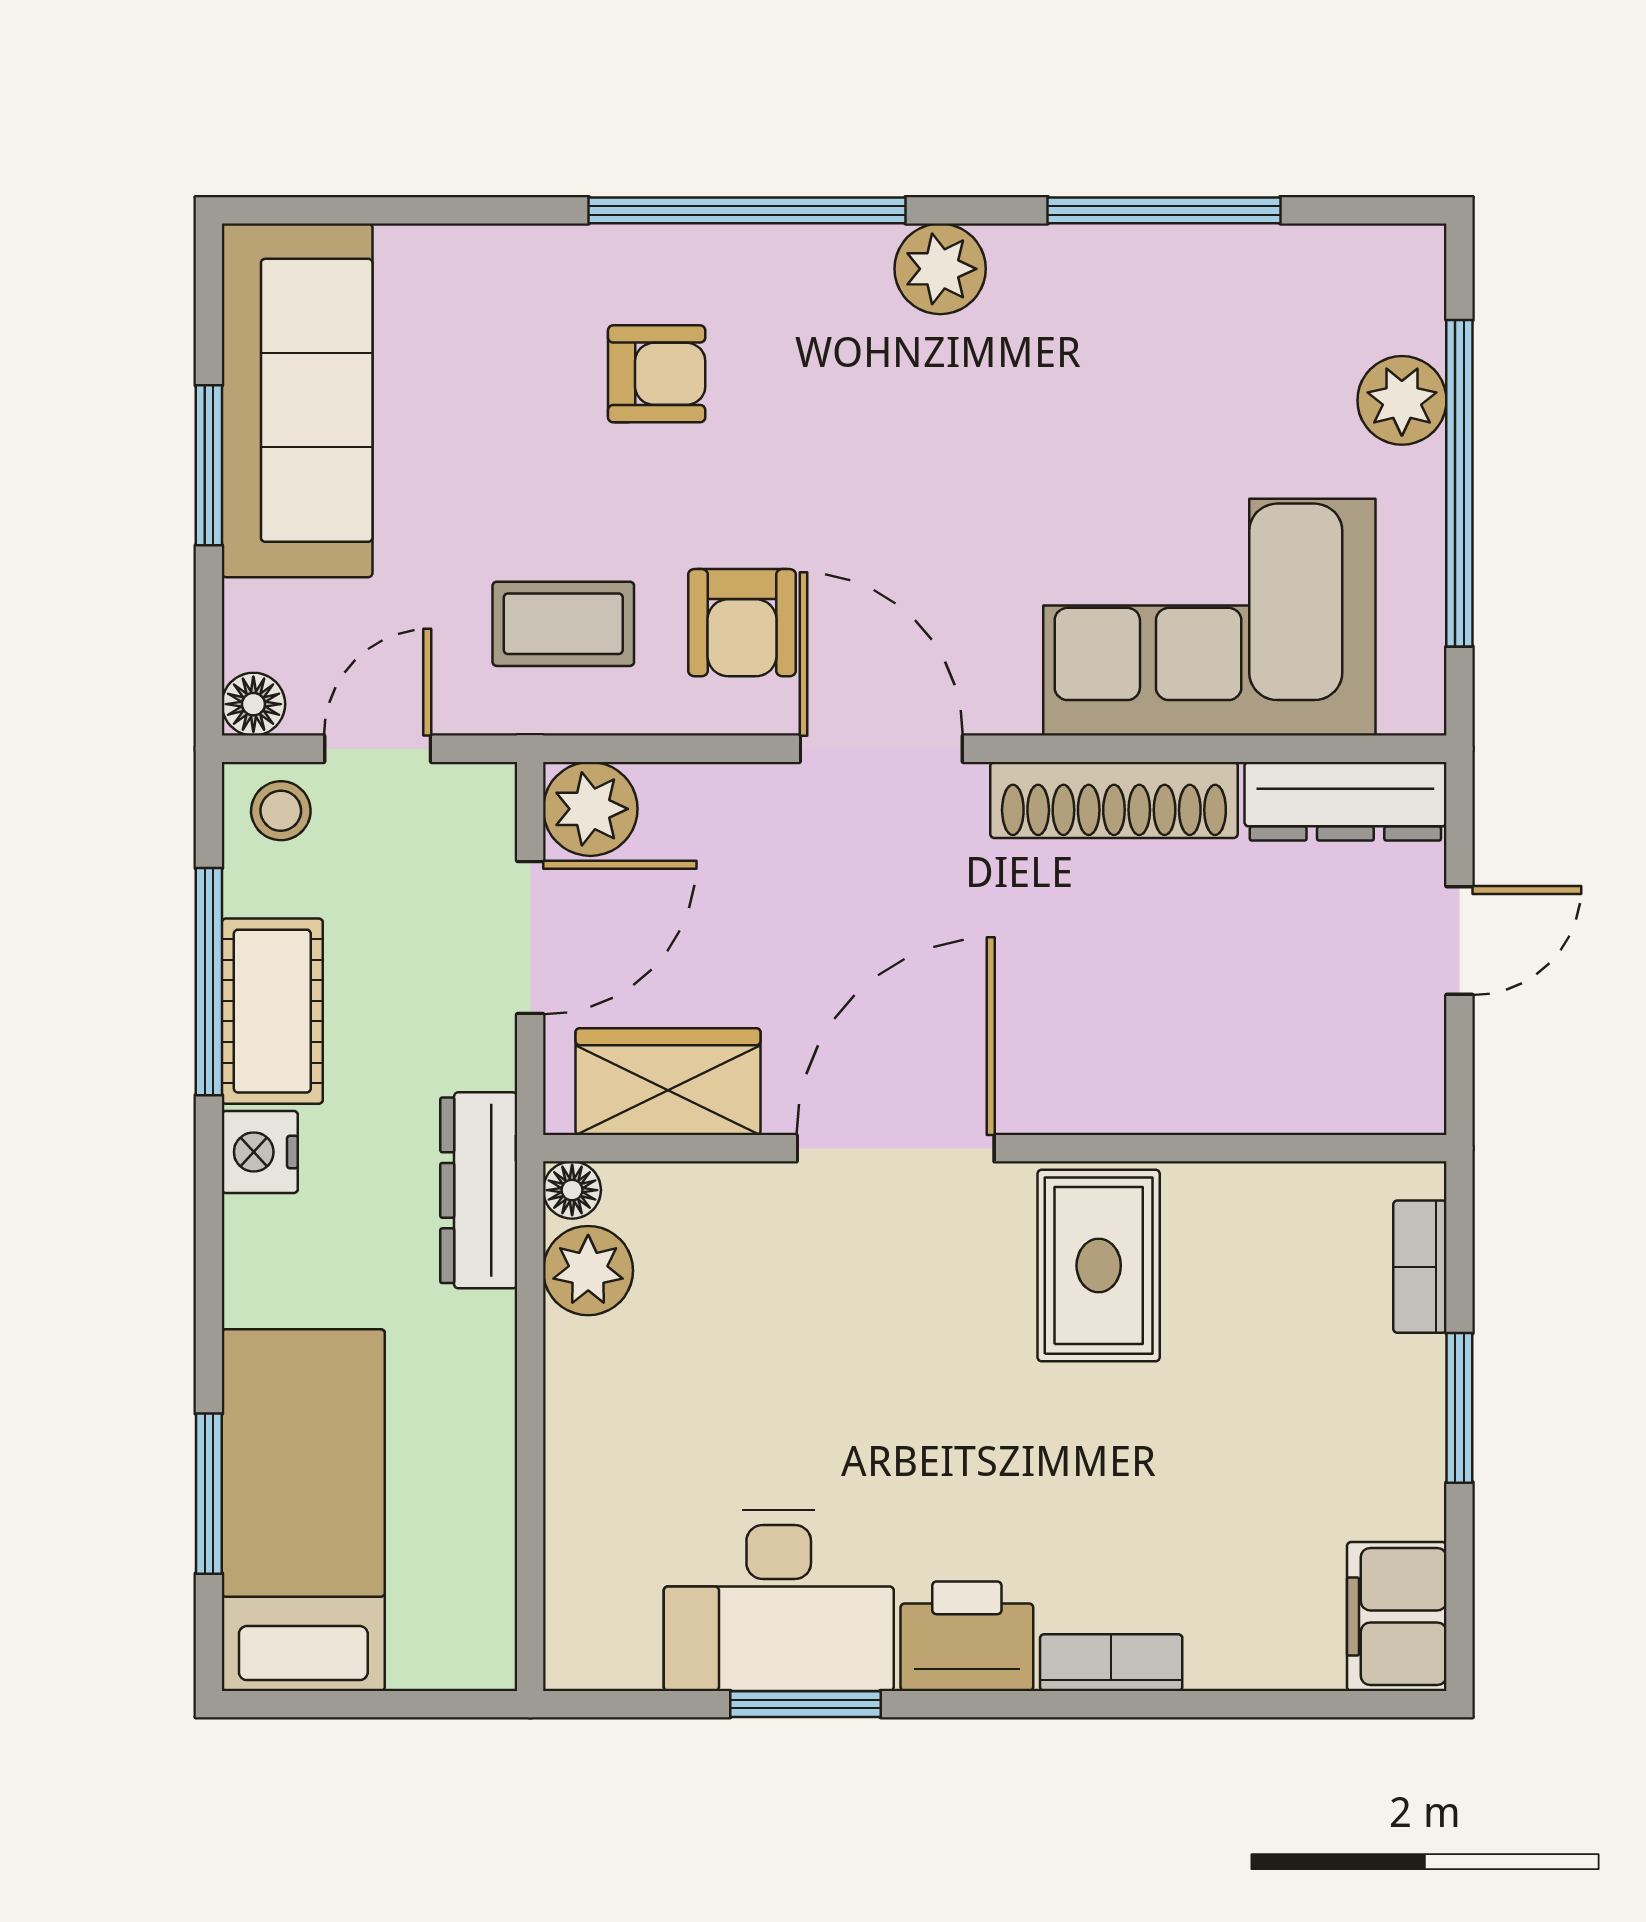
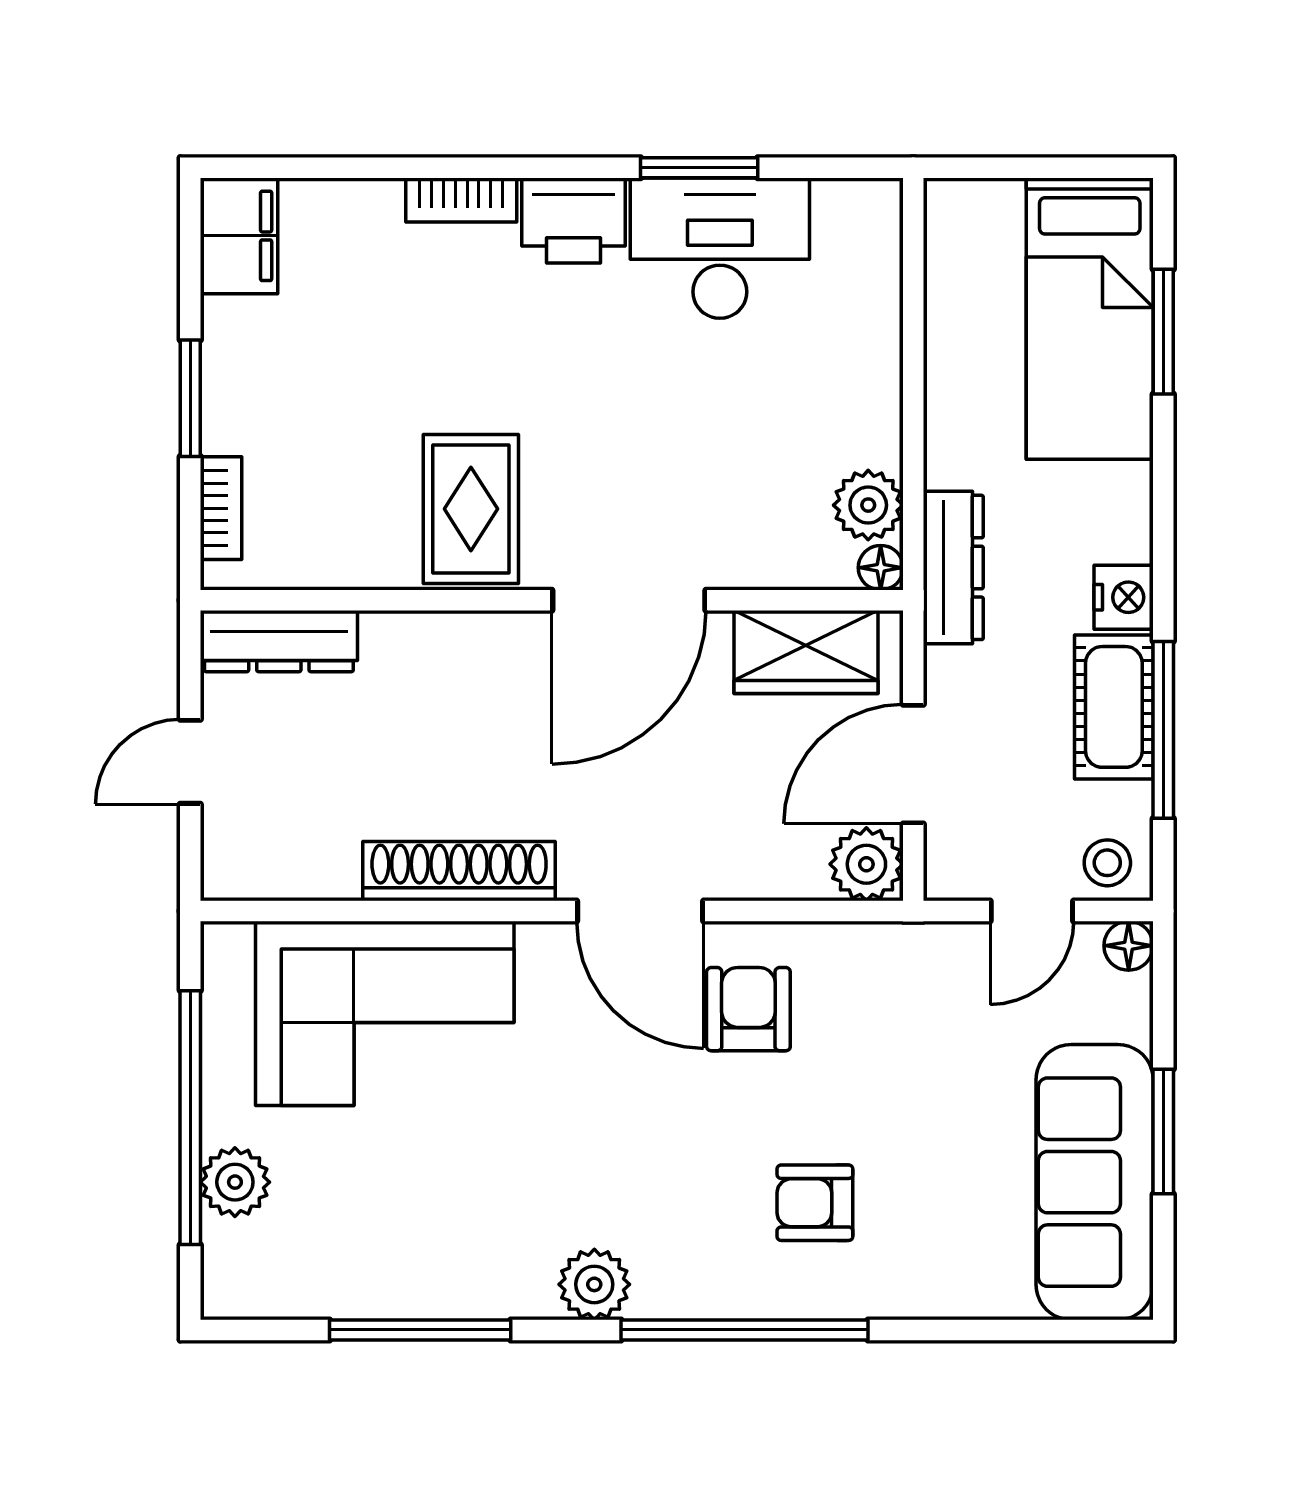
coffee table: (563, 624) -> (887, 1008), removed
dresser: (1345, 801) -> (279, 641), moved, turned 180

